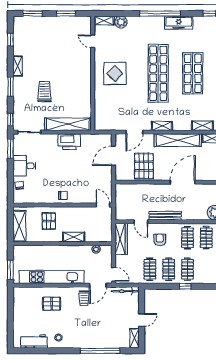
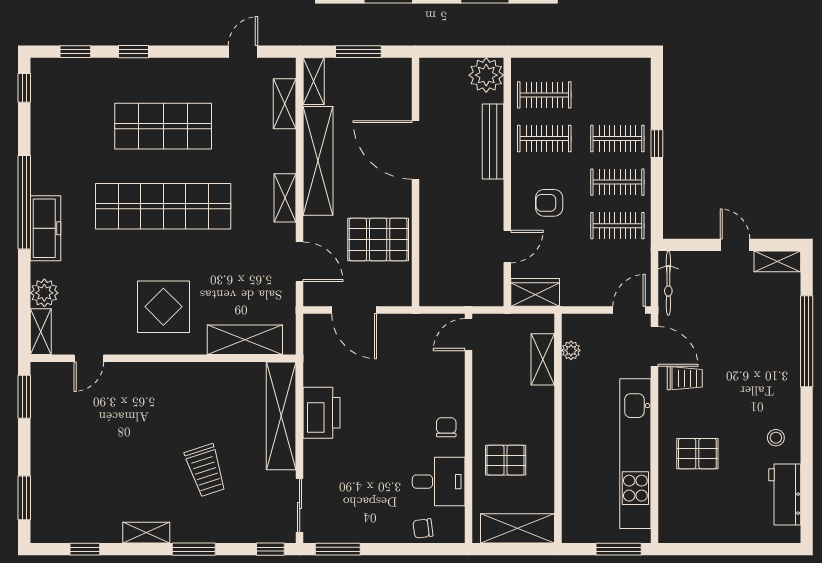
window: (66, 13) -> (24, 397), moved
freezer: (179, 23) -> (45, 228), moved
trolley: (44, 92) -> (206, 470), turned -108
shelving: (101, 109) -> (245, 340), added
desk: (24, 166) -> (439, 482), moved, turned -90
bench: (165, 216) -> (493, 141), moved
shelving: (74, 237) -> (543, 359), moved
wardrobe: (121, 239) -> (535, 292), width x0.67
pallet: (52, 304) -> (697, 454), turned 90

